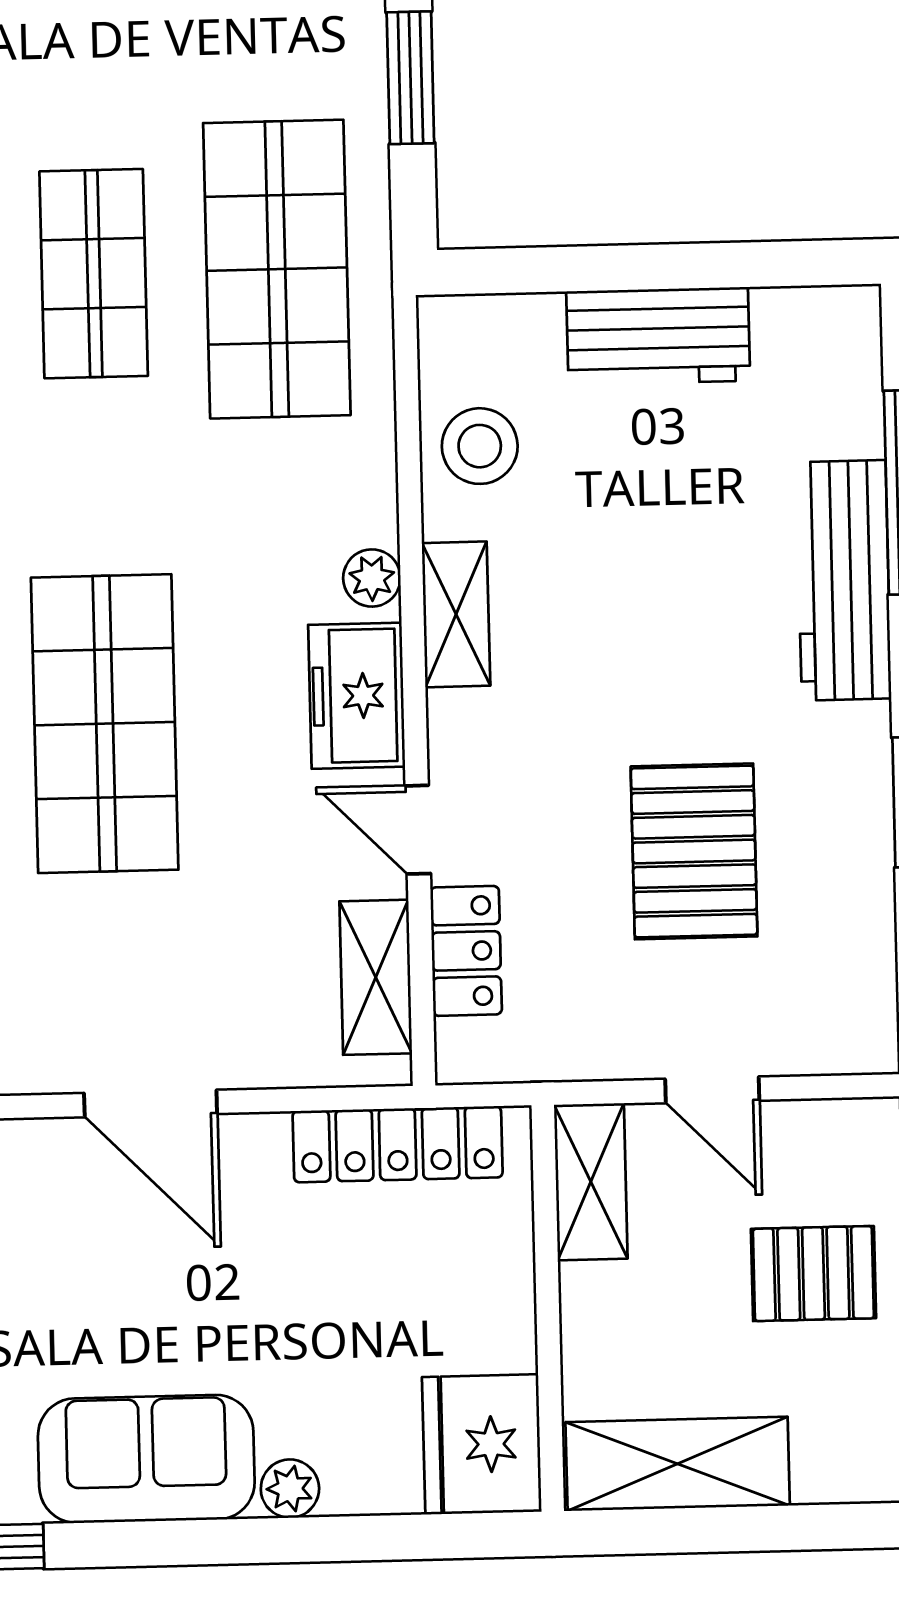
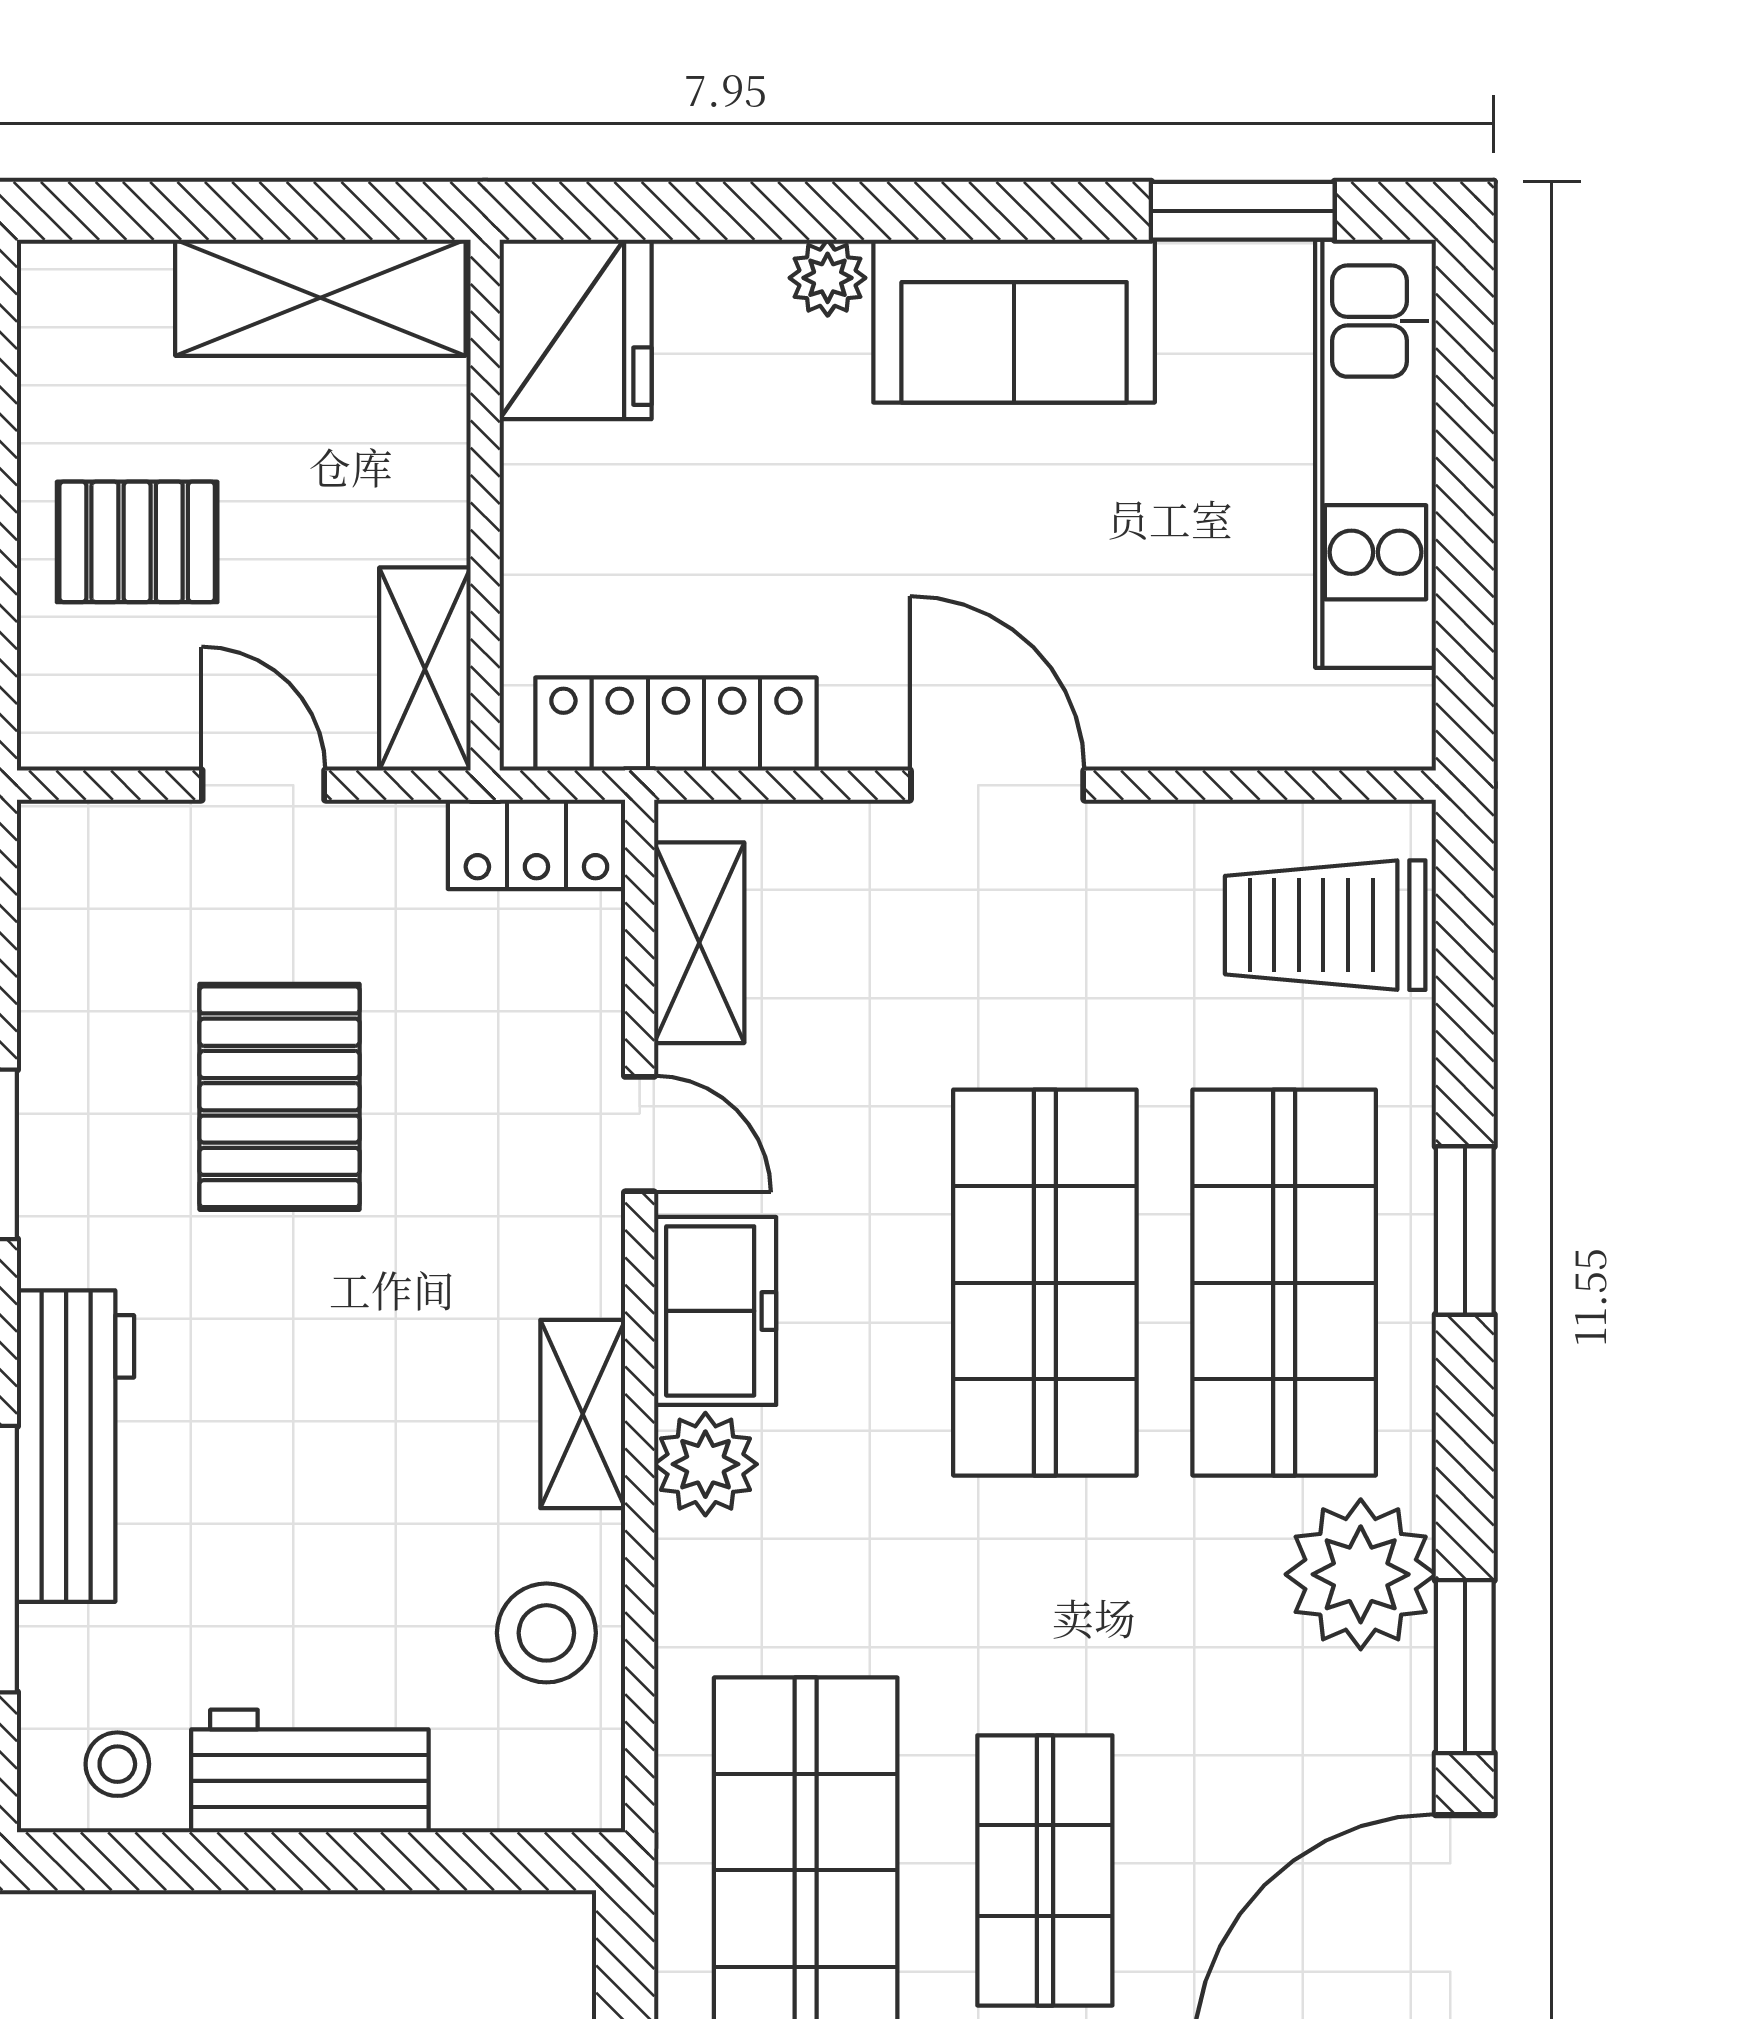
stool: (806, 338) -> (117, 1764), added
plant: (372, 578) -> (705, 1464), width x1.38, depth x1.38
locker: (466, 951) -> (536, 844), moved, turned -90

